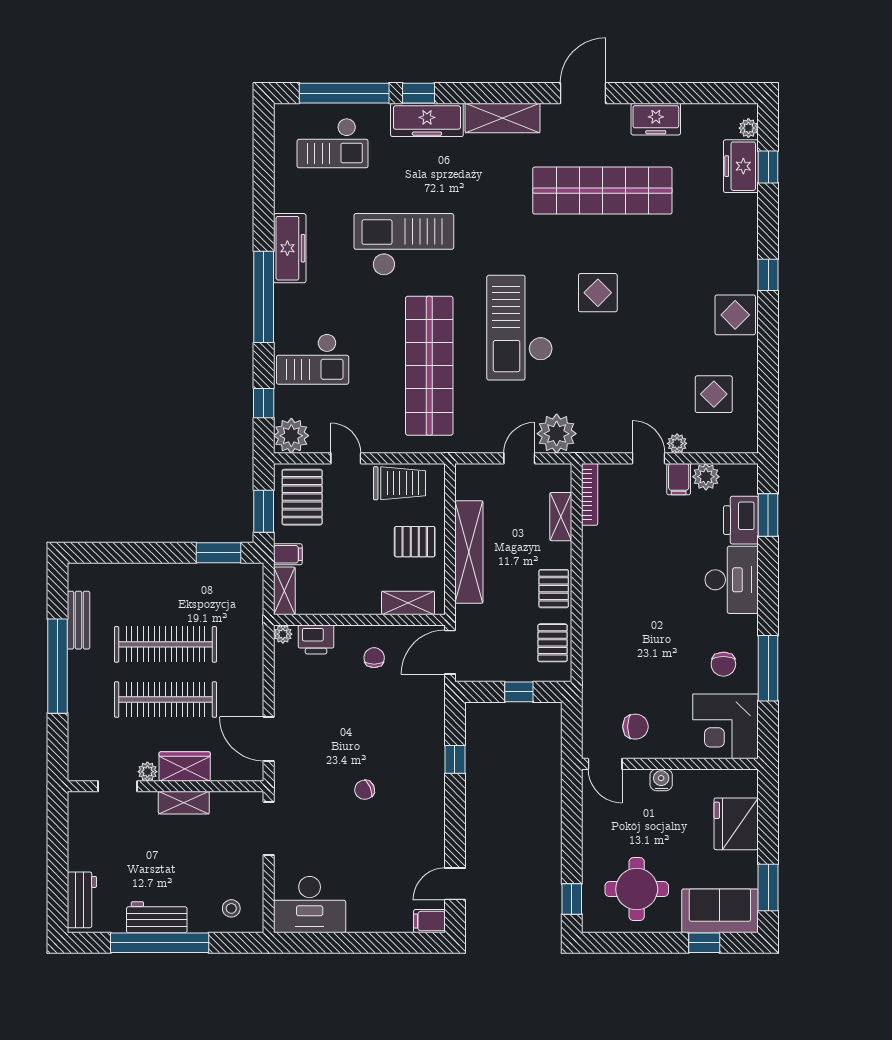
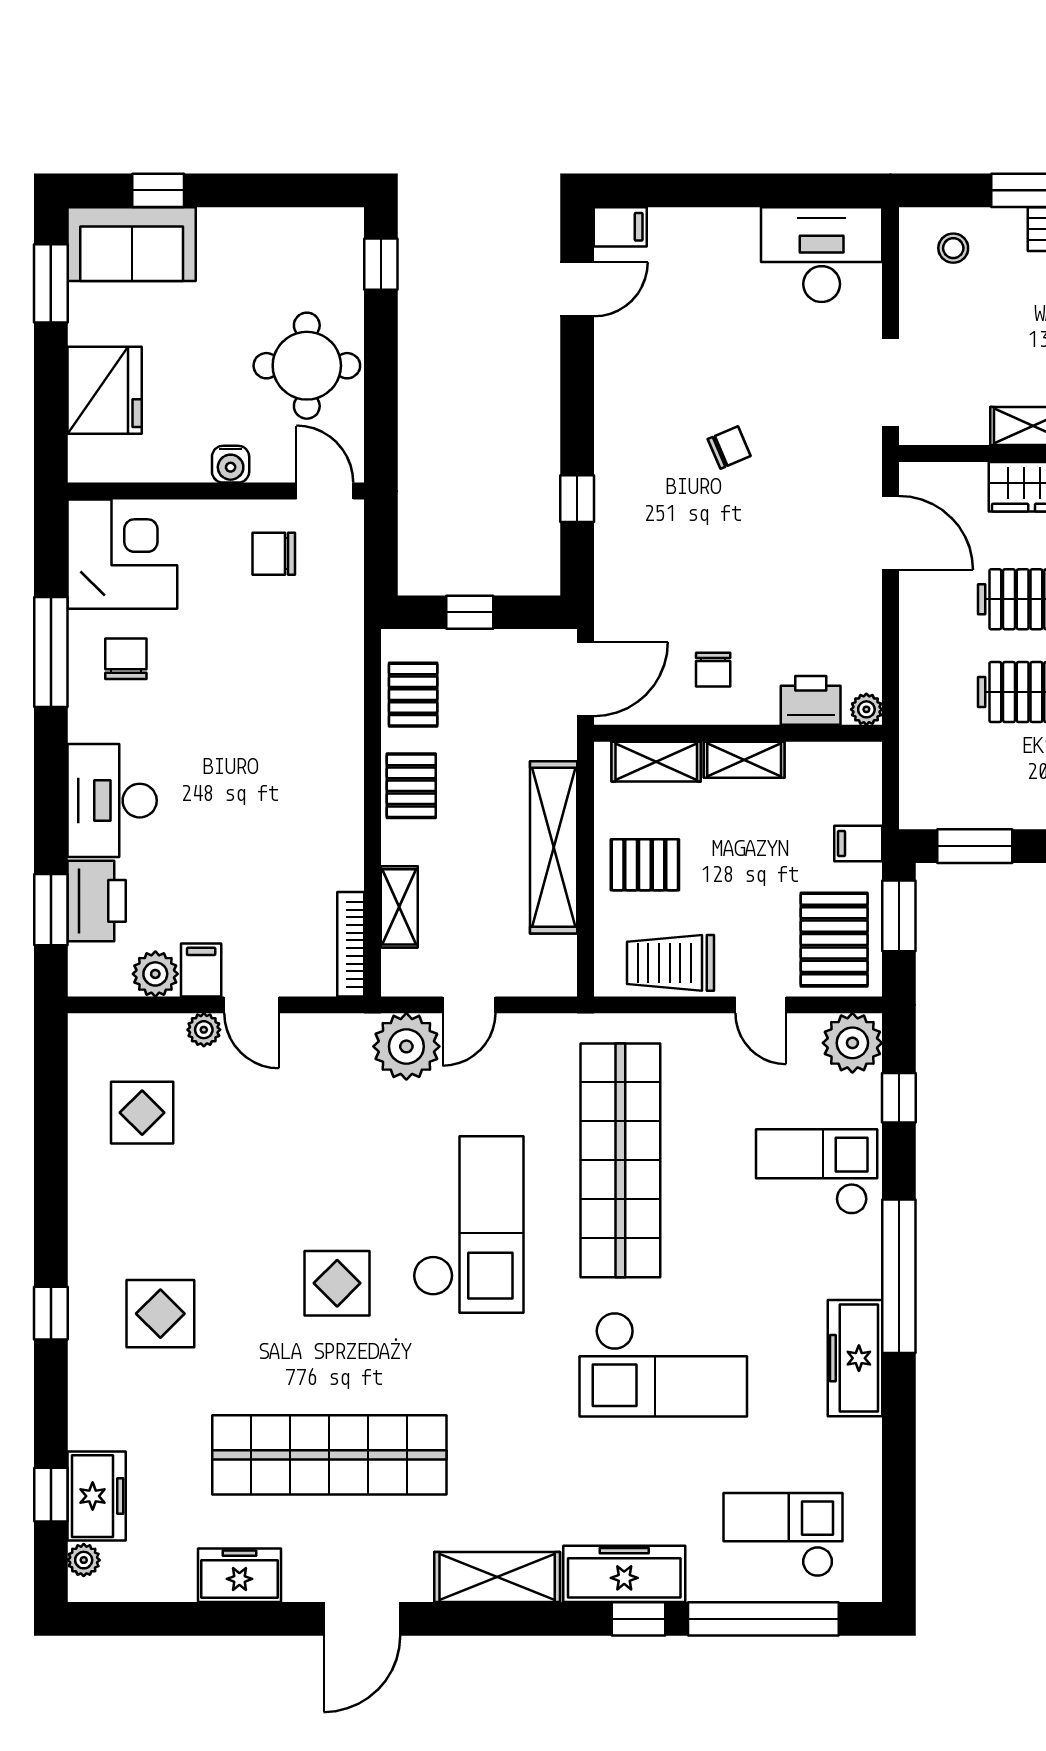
display table: (735, 315) -> (160, 1314), moved
shelving: (284, 591) -> (744, 760), moved, turned 90
round table: (637, 889) -> (307, 366), moved

